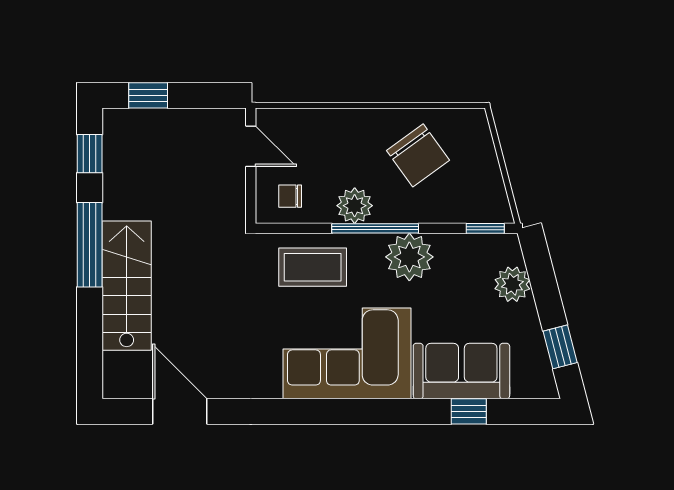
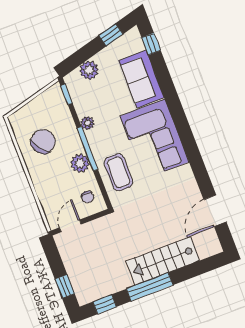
plant: (409, 257) -> (87, 123), width x0.53, depth x0.53
window: (469, 411) -> (151, 44), moved

